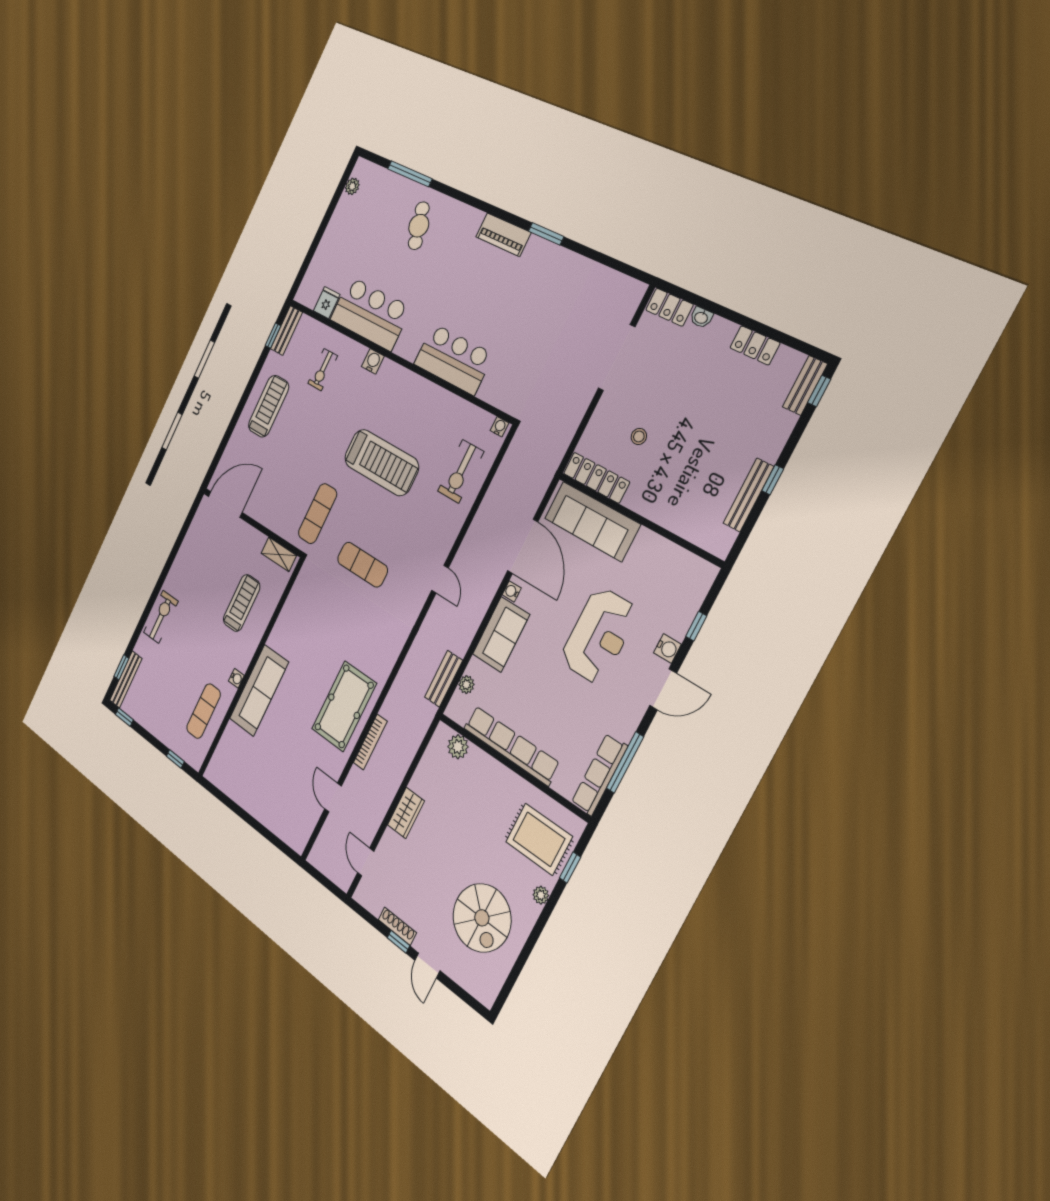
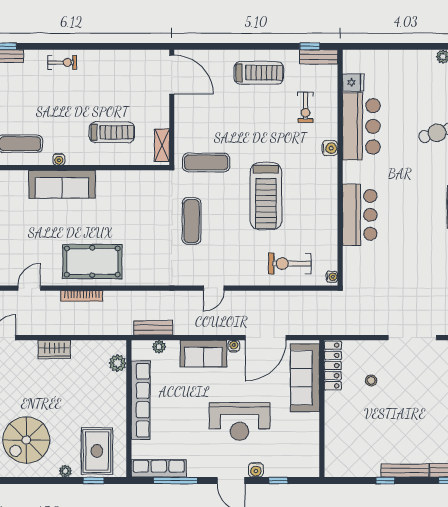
exercise bike: (323, 370) -> (305, 107), turned -90
bench: (748, 495) -> (405, 471), moved
exercise bike: (161, 617) -> (62, 62), width x0.73, depth x0.72

